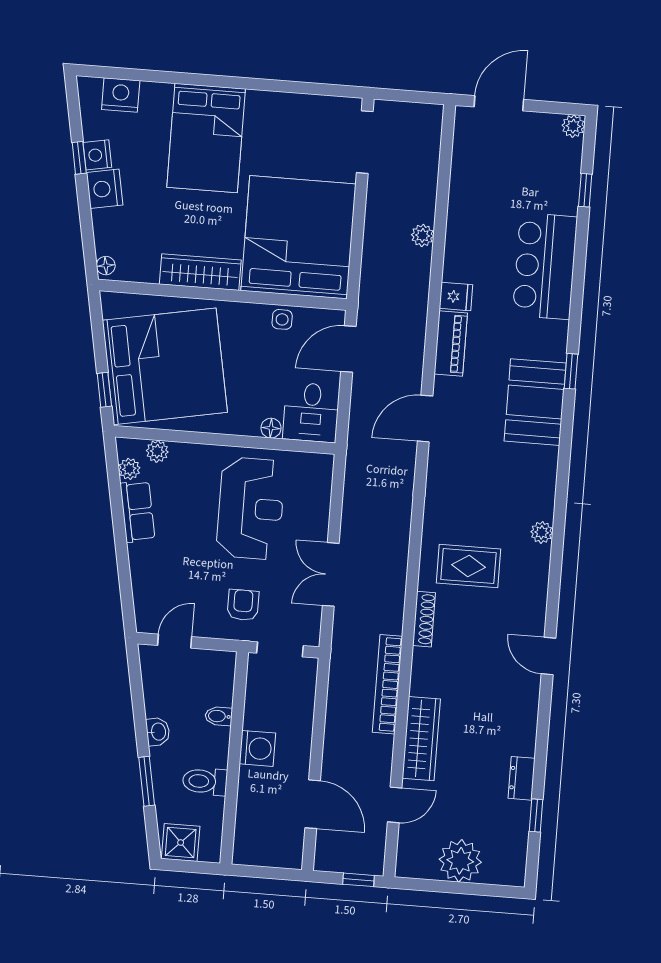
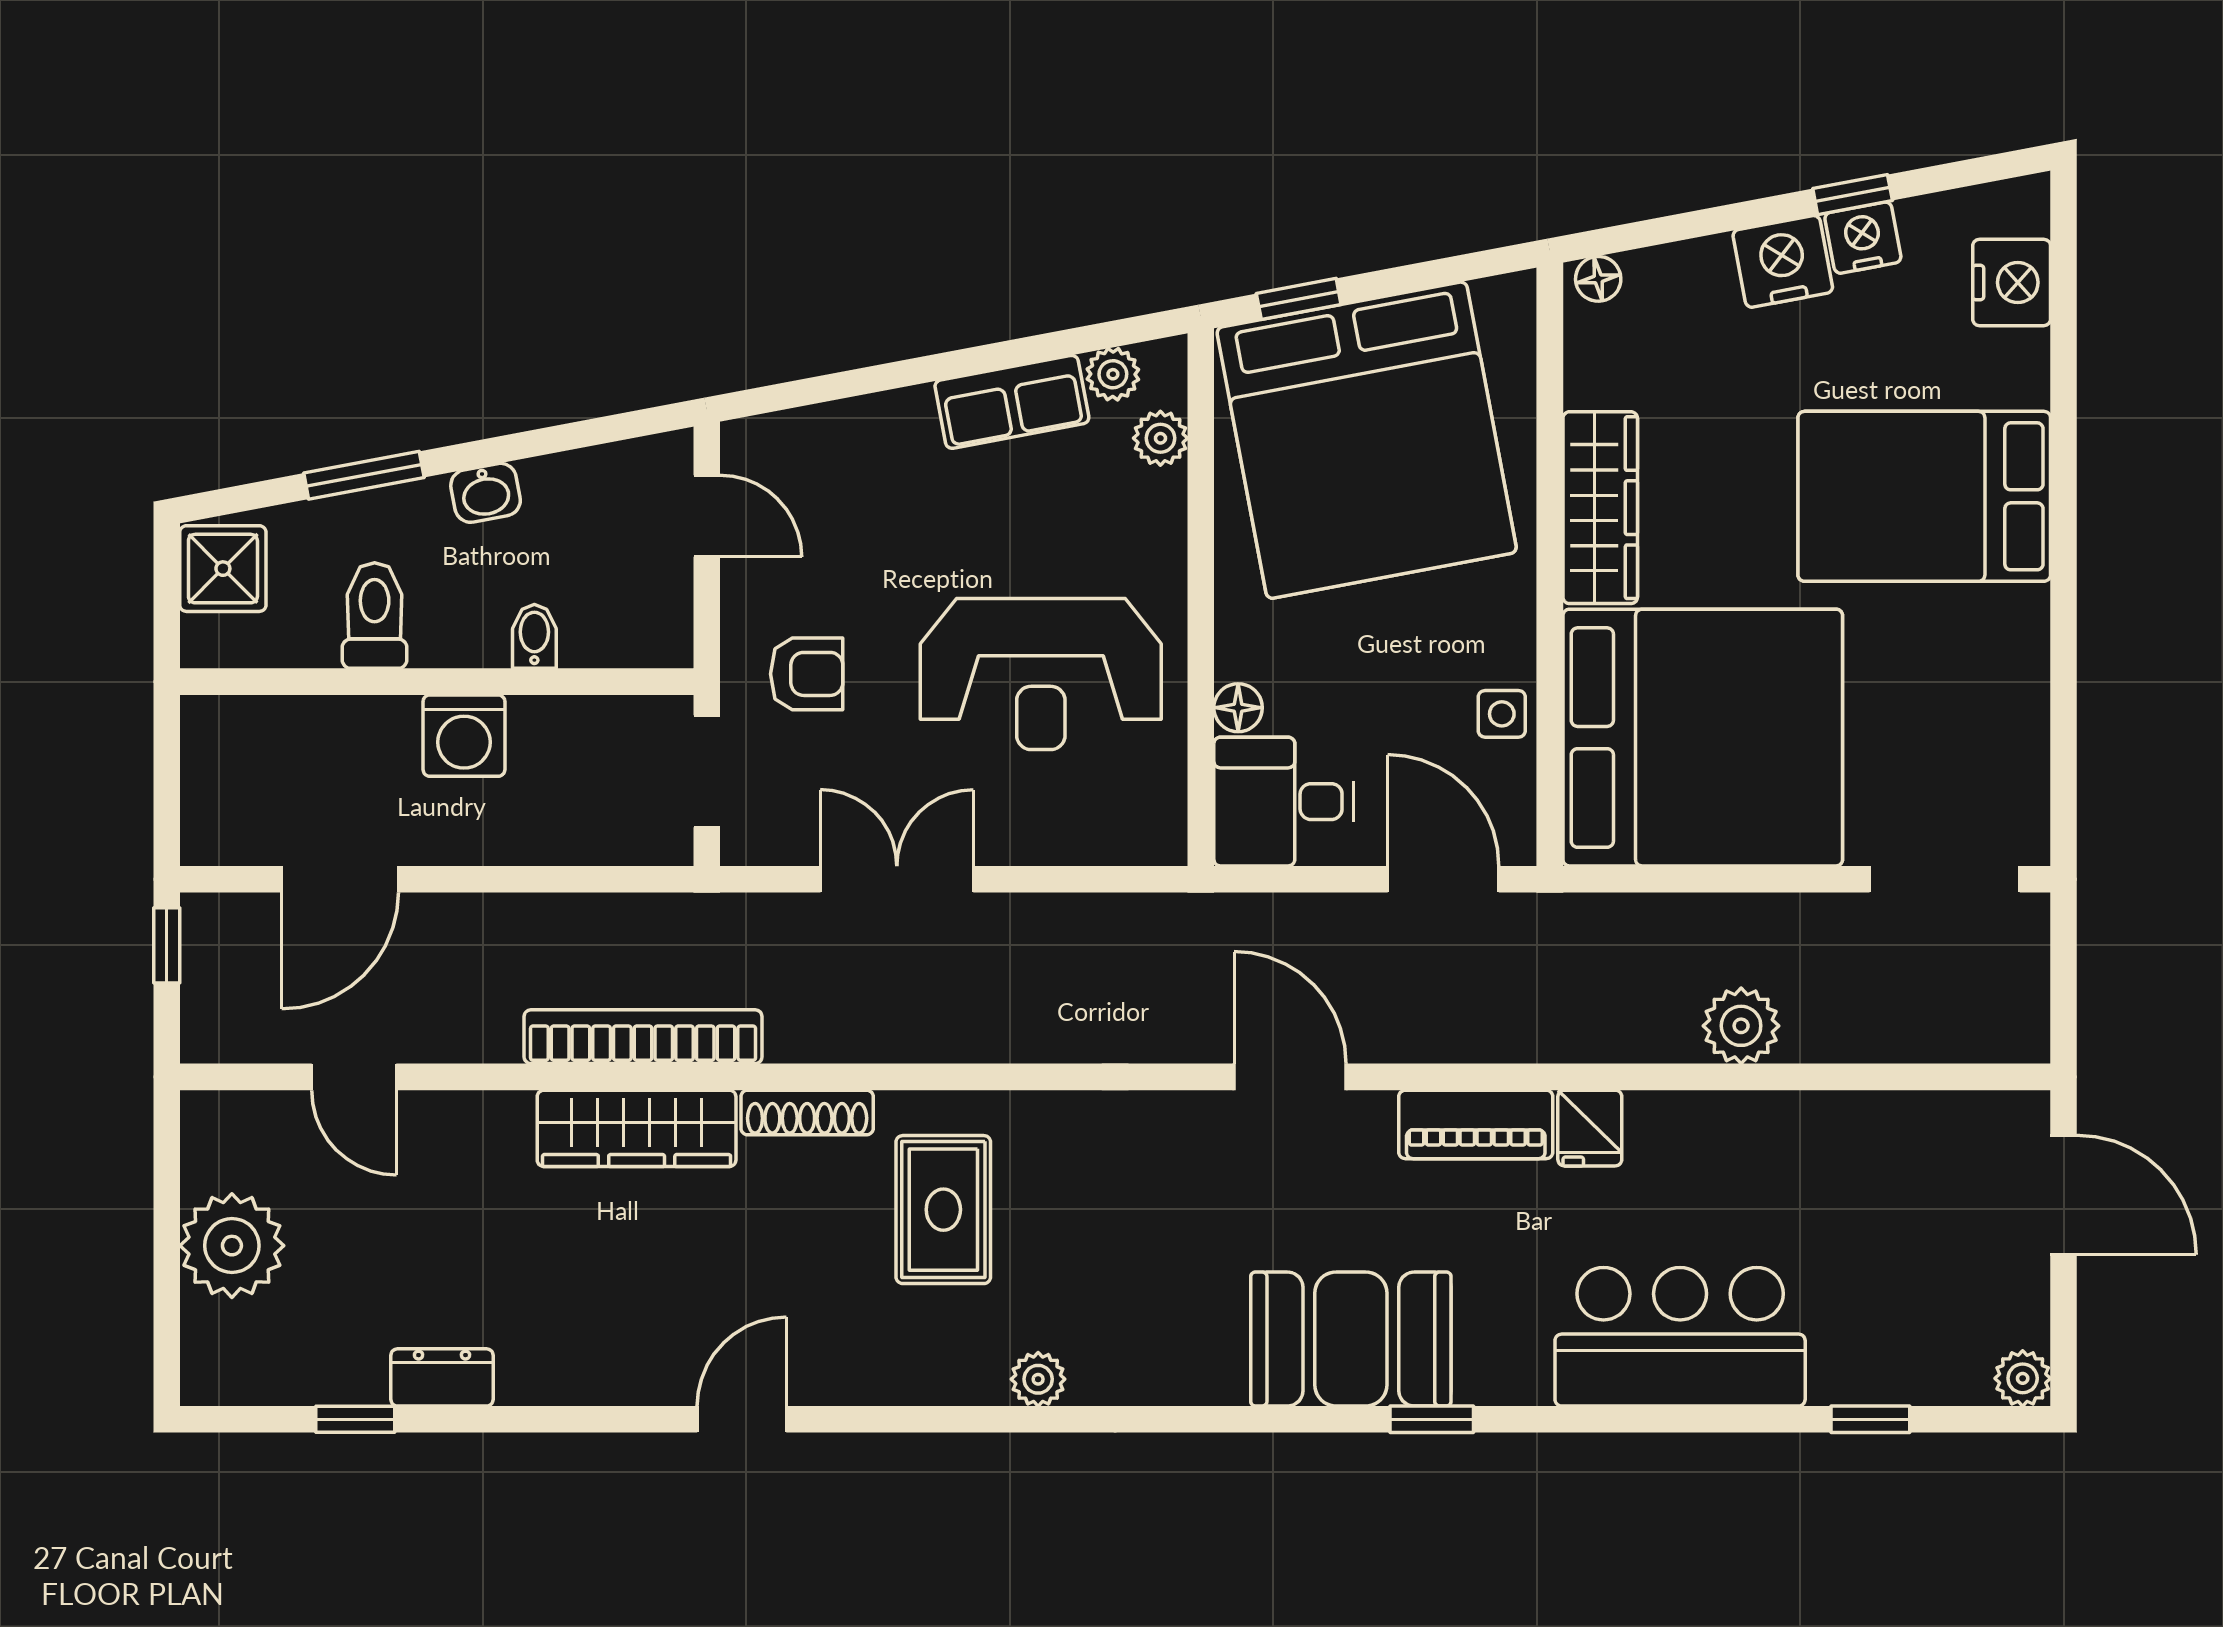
plant: (423, 235) -> (1741, 1026), width x1.38, depth x1.38
wardrobe: (421, 739) -> (637, 1128), moved
window: (358, 880) -> (167, 945), moved

